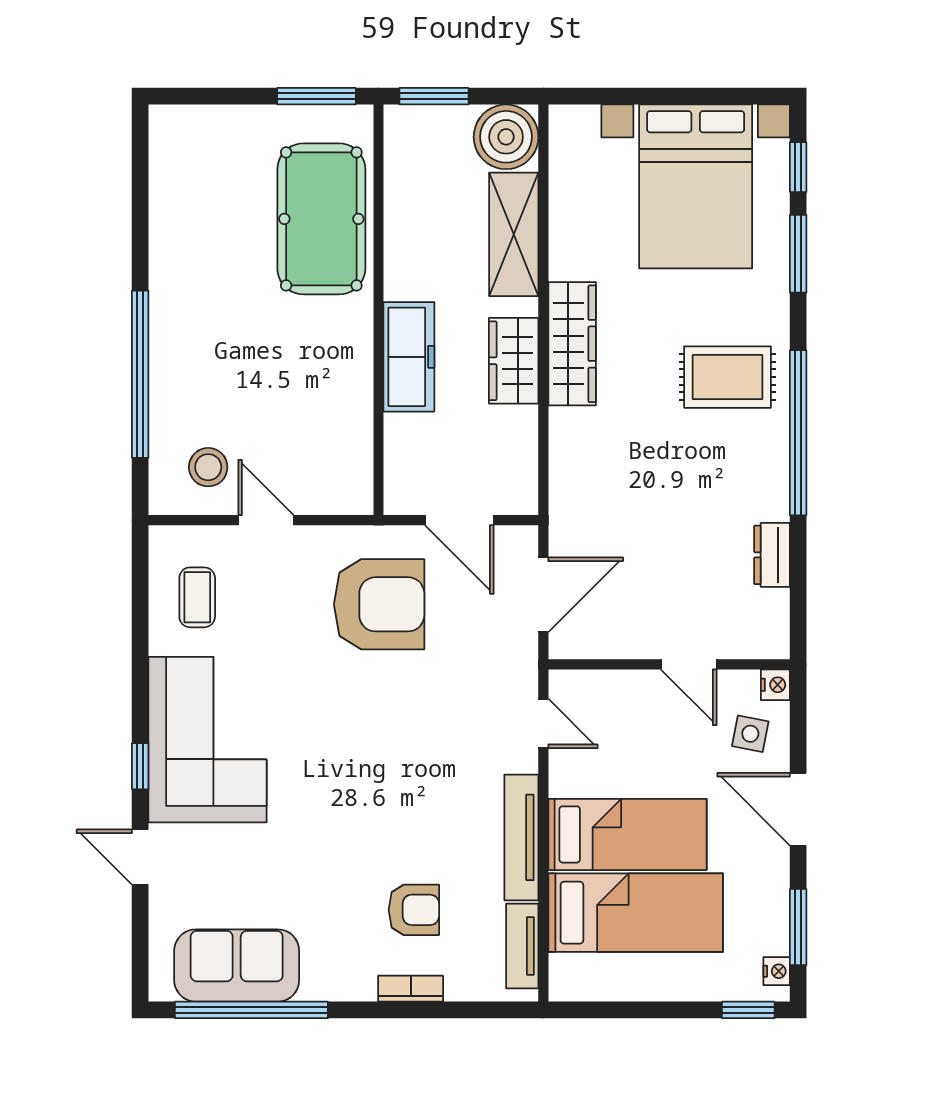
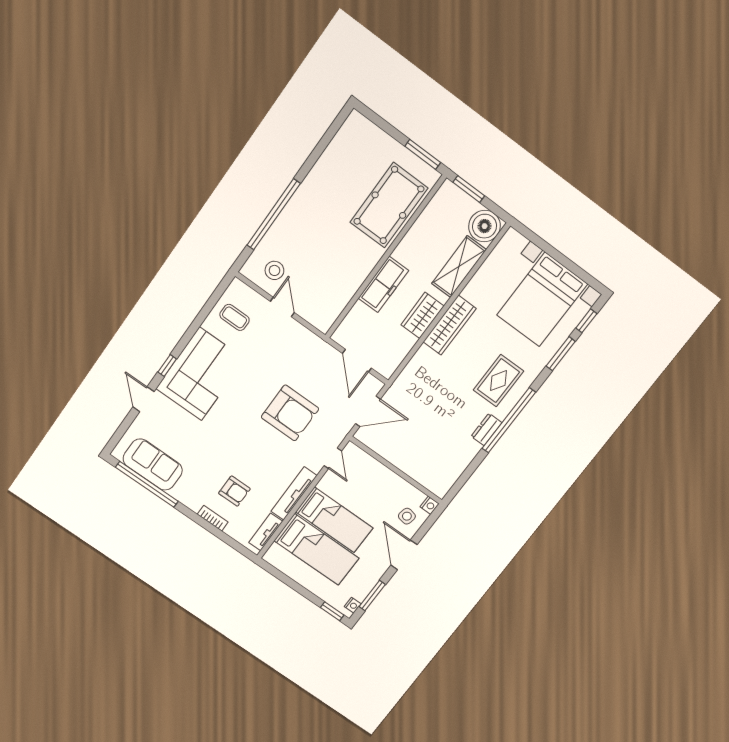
rug: (728, 377) -> (498, 381), turned 90
dresser: (772, 555) -> (486, 429), moved
coffee table: (197, 597) -> (235, 317), turned 90
armchair: (379, 604) -> (290, 413), moved
door: (689, 664) -> (403, 475), removed

